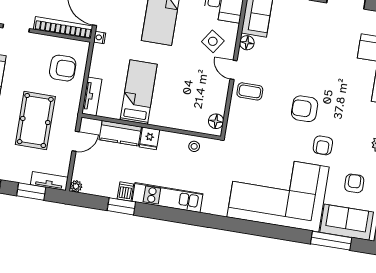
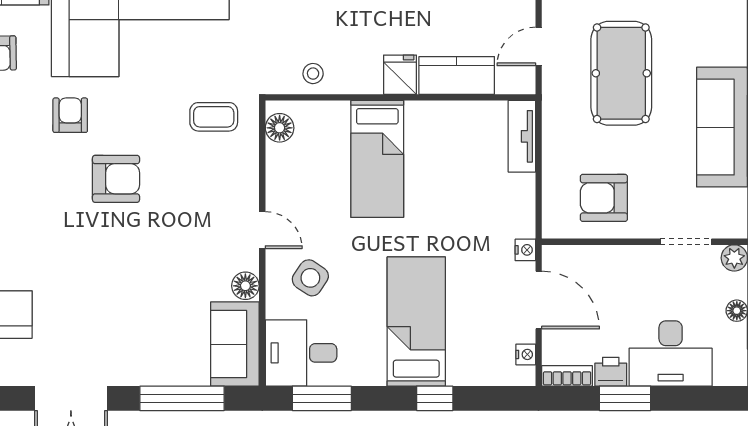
bookcase: (63, 28) -> (597, 257), removed
armchair: (63, 68) -> (604, 198), moved
coffee table: (250, 91) -> (214, 117), moved
bed: (139, 92) -> (377, 159), moved

